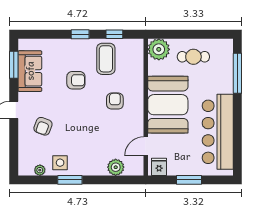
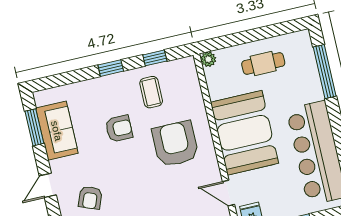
plant: (159, 49) -> (208, 59), width x0.53, depth x0.53
coffee table: (106, 59) -> (151, 92), width x0.73, depth x0.77
armchair: (115, 101) -> (175, 144), width x1.88, depth x1.88
door: (146, 146) -> (228, 193), hinge flipped

